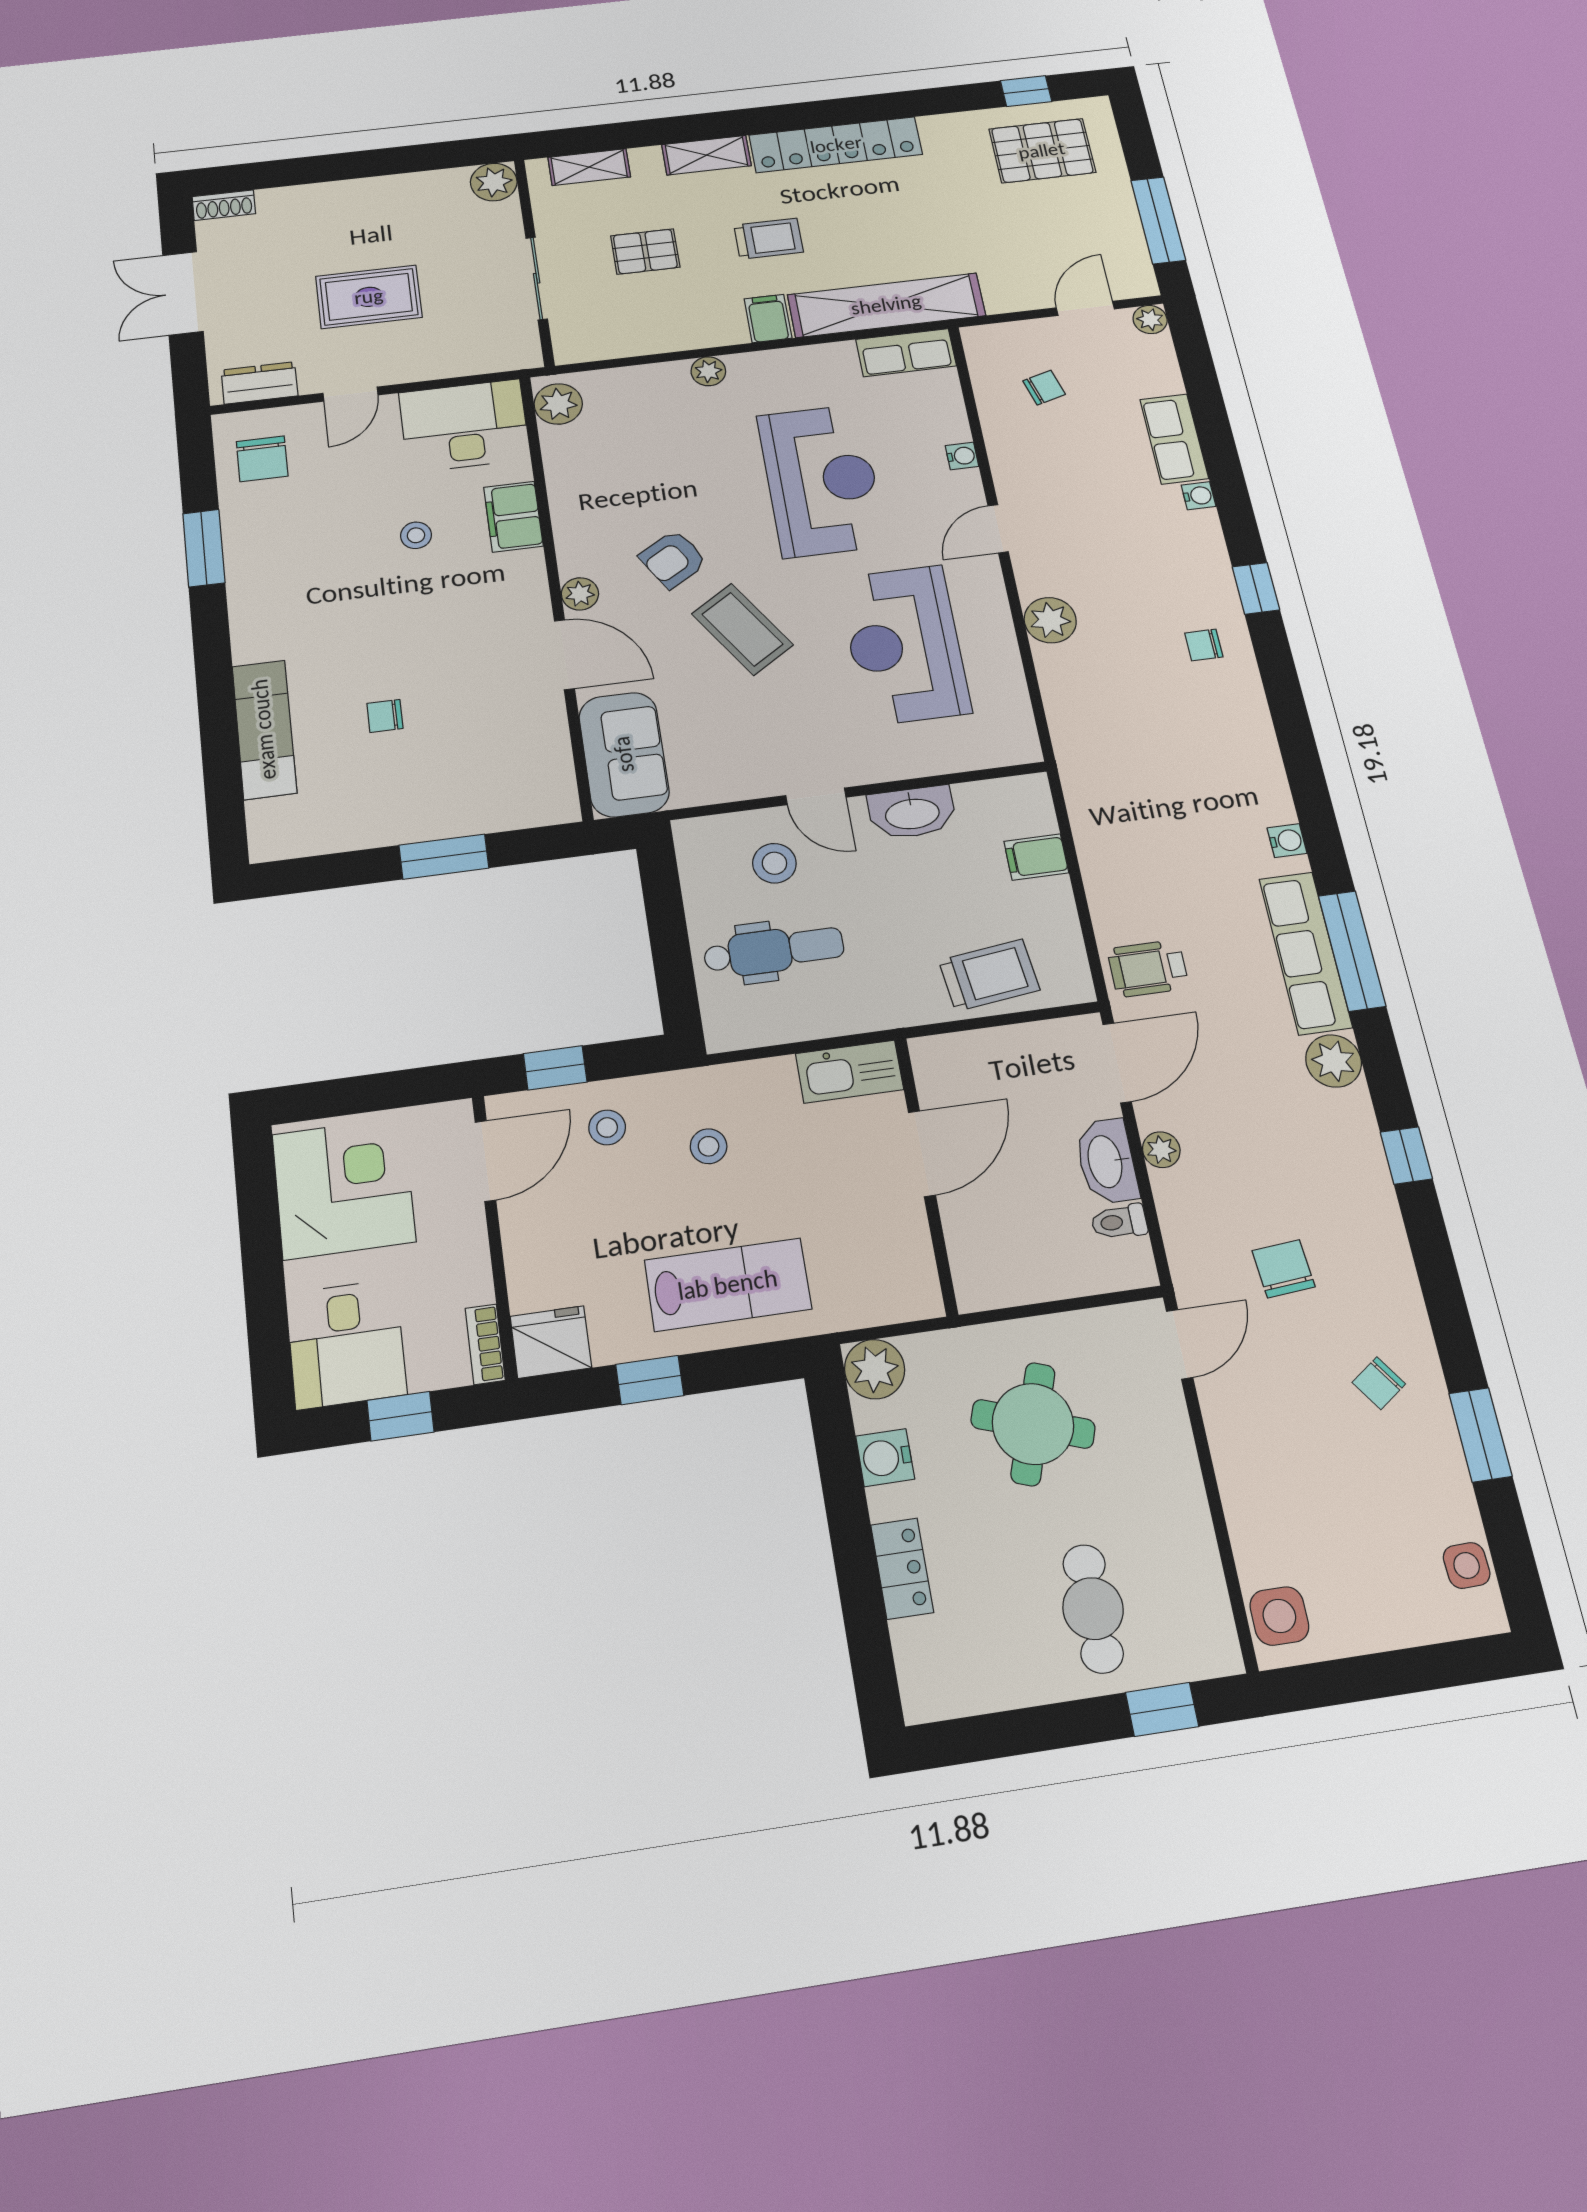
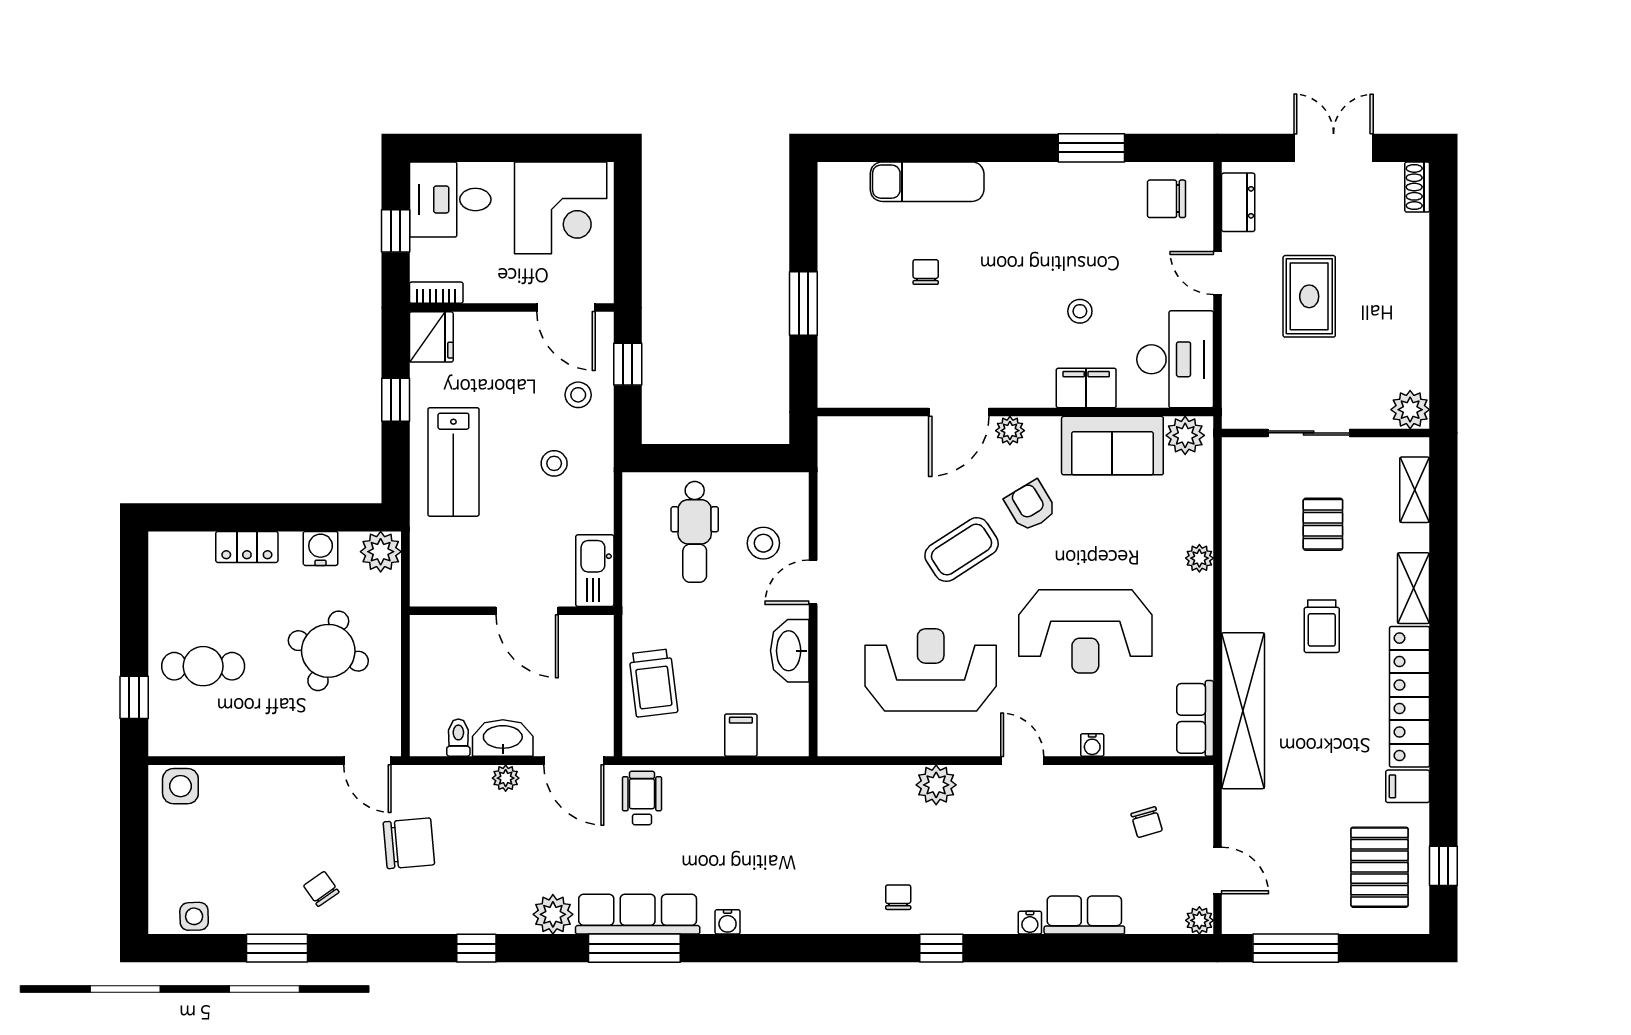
filing cabinet: (768, 318) -> (1408, 786), moved, turned 180
sofa: (624, 754) -> (1112, 446), moved
chair: (1284, 1269) -> (409, 843), width x1.37, depth x1.37

